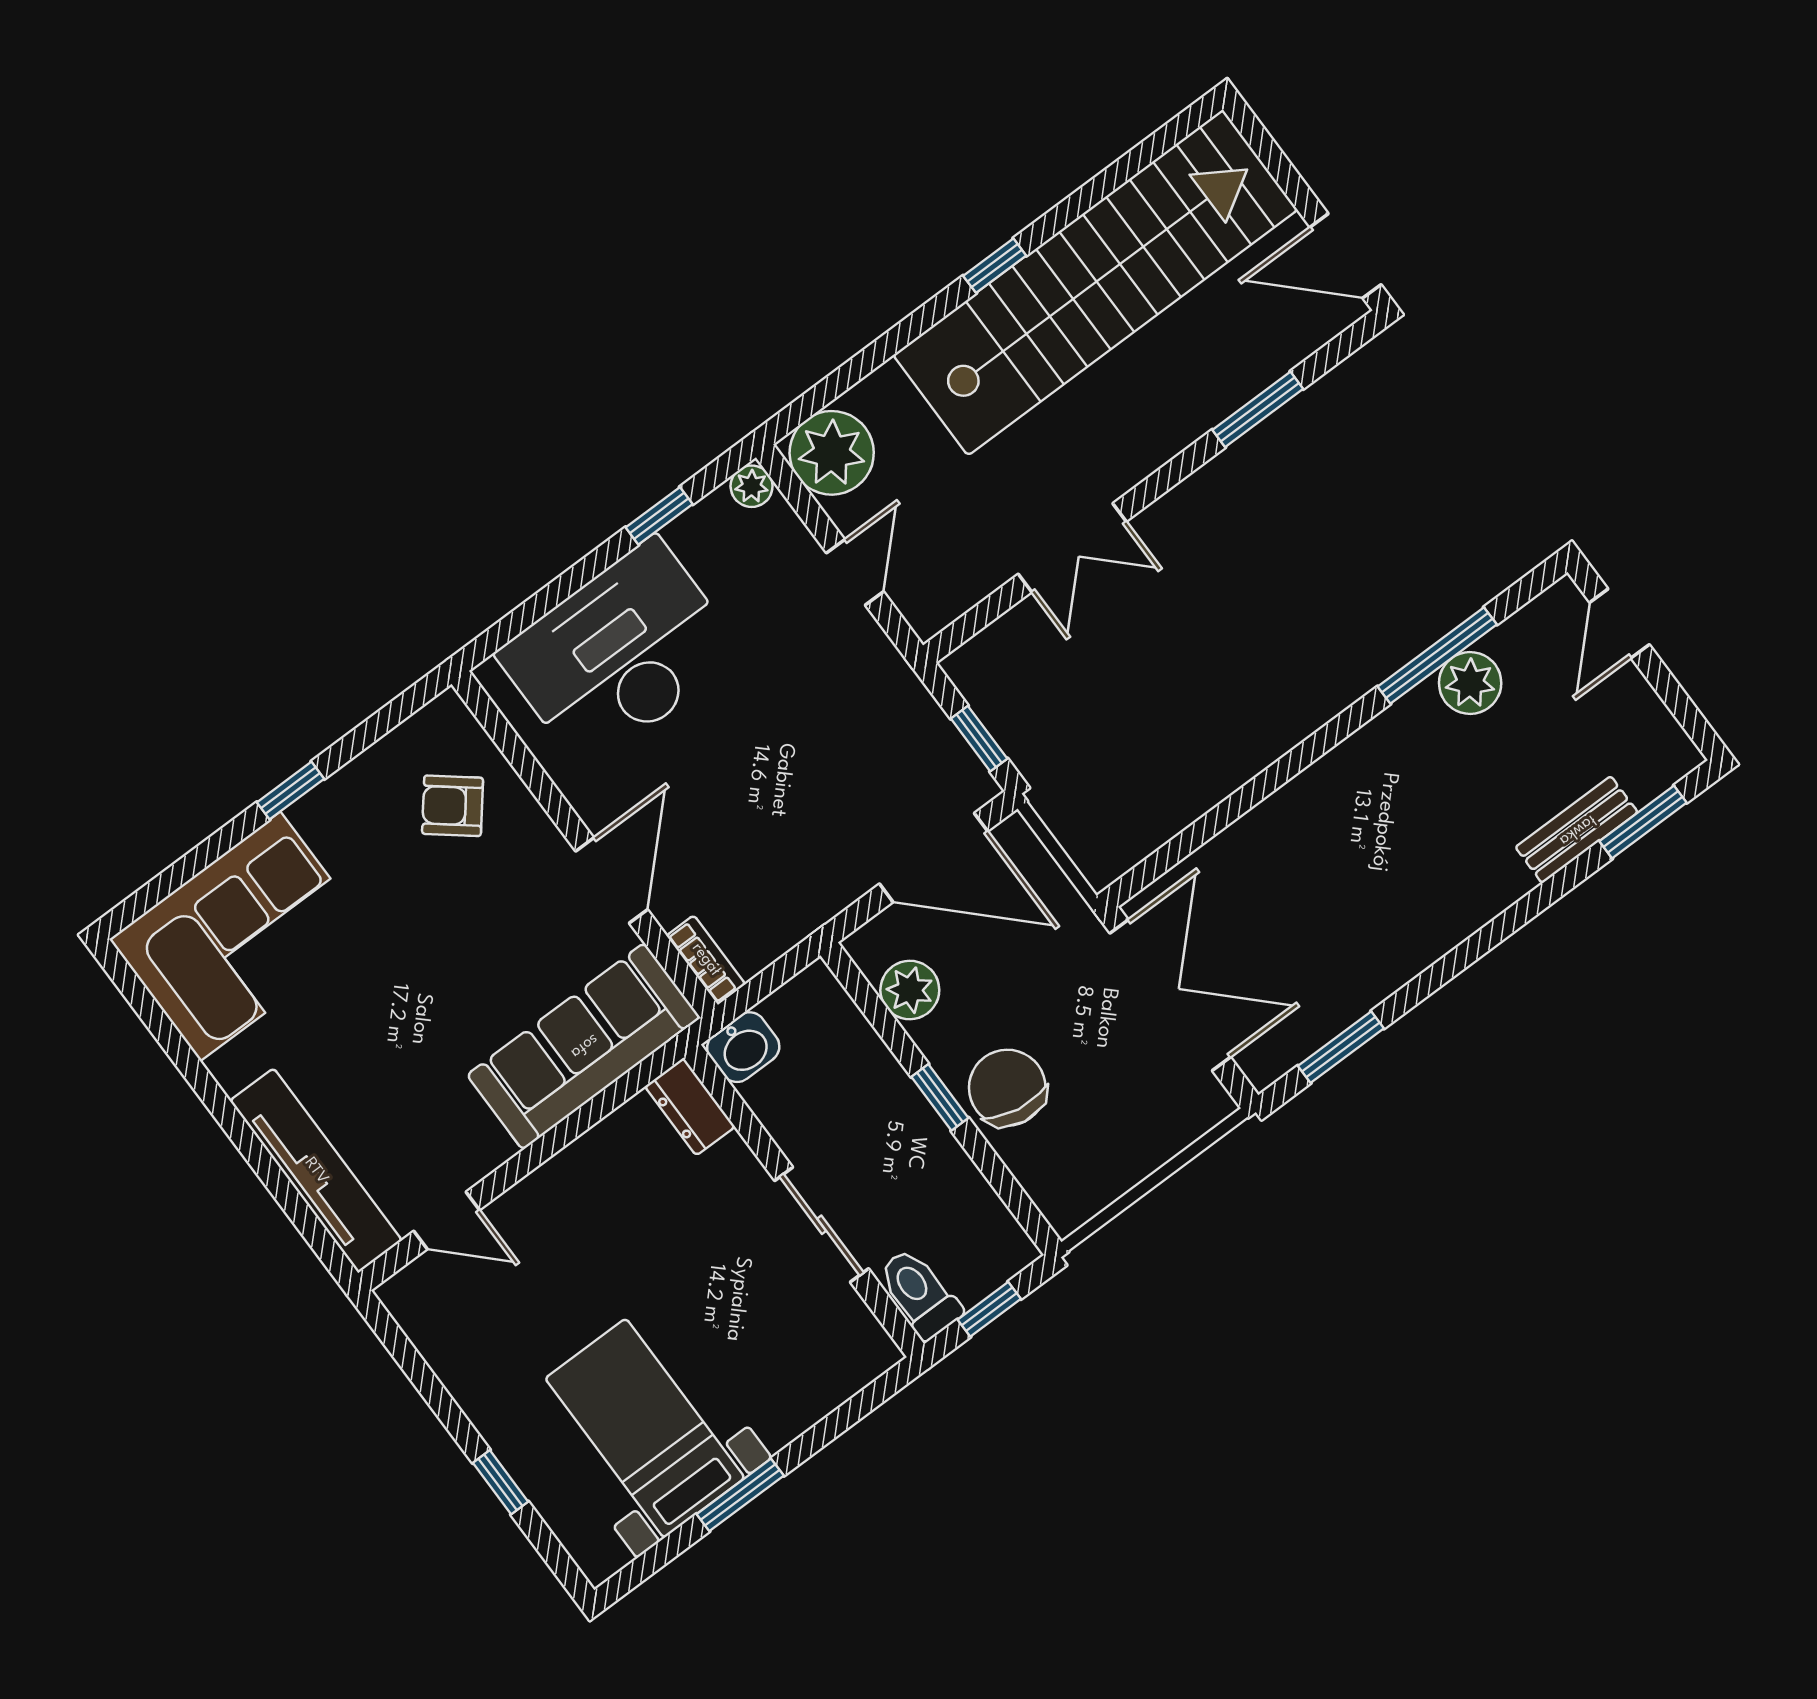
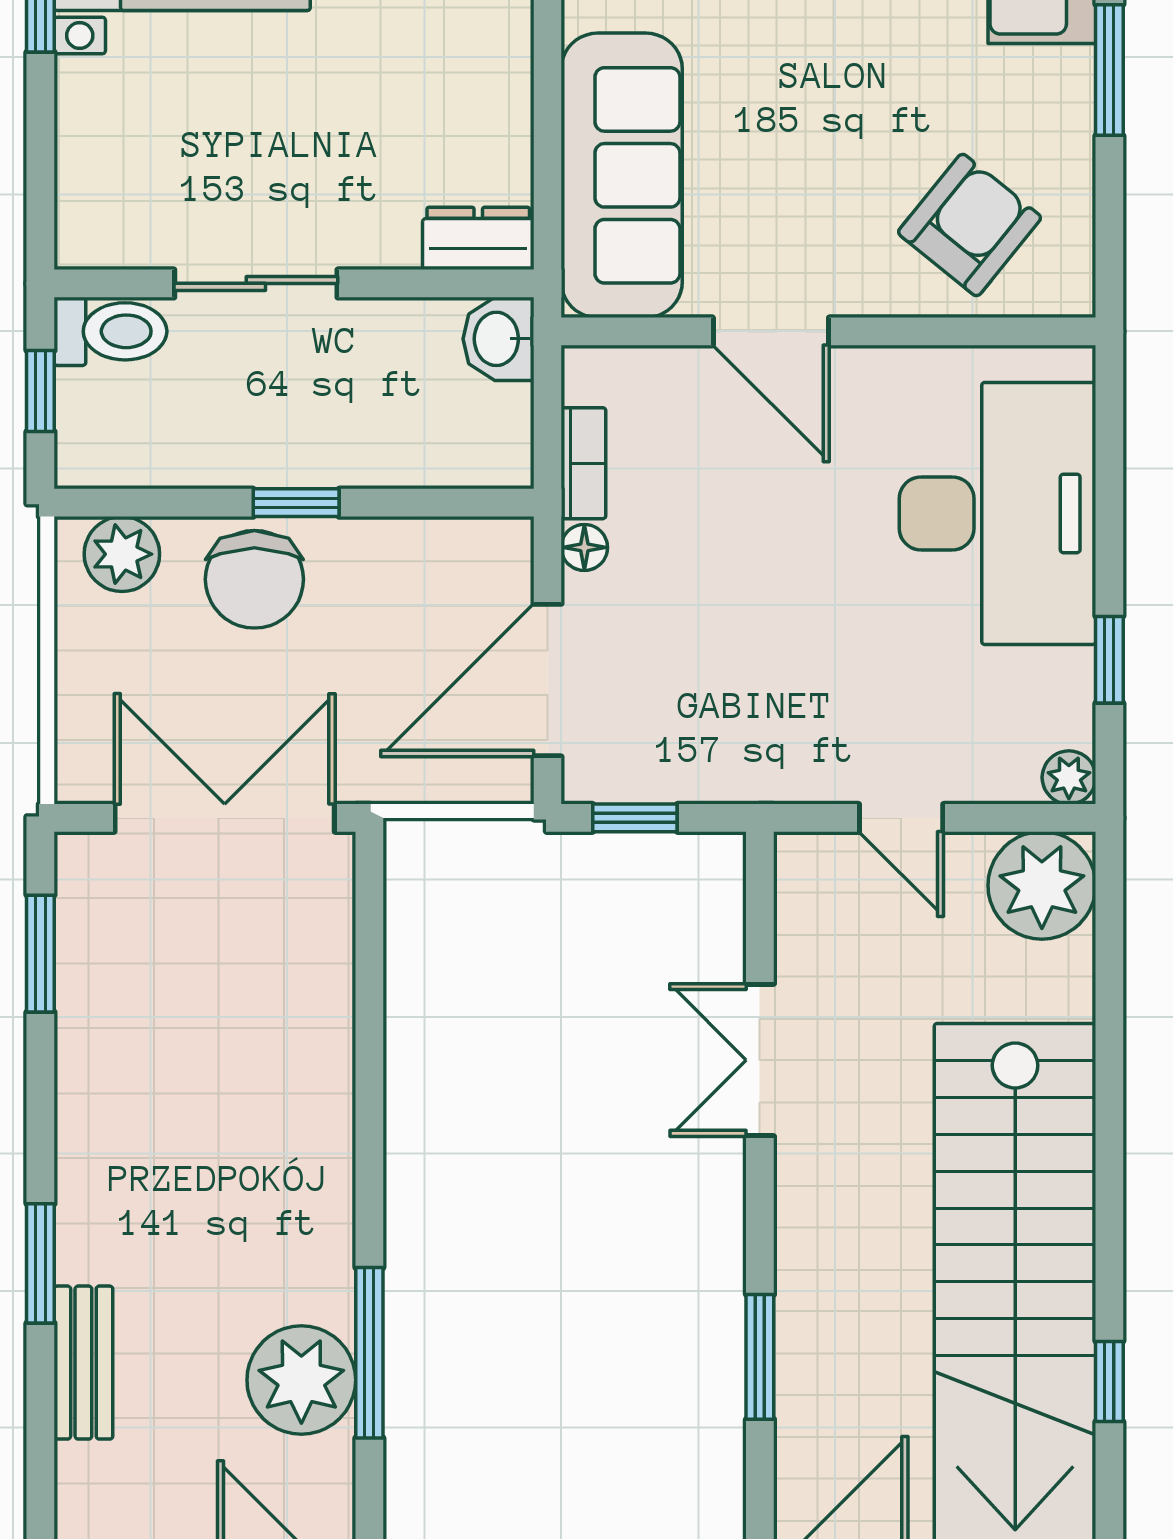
window: (995, 266) -> (1109, 1381), moved
plant: (1470, 683) -> (301, 1380), width x1.36, depth x1.36
window: (290, 791) -> (1109, 70), width x1.50
armchair: (453, 806) -> (970, 225), width x1.38, depth x1.38
window: (1643, 822) -> (40, 1263), moved
floor lamp: (834, 896) -> (584, 547), added
bookcase: (706, 960) -> (583, 463), moved, turned -90
plant: (910, 990) -> (122, 554), moved
double door: (1170, 995) -> (225, 818), swing flipped
chair: (1007, 1088) -> (254, 579), turned 81

